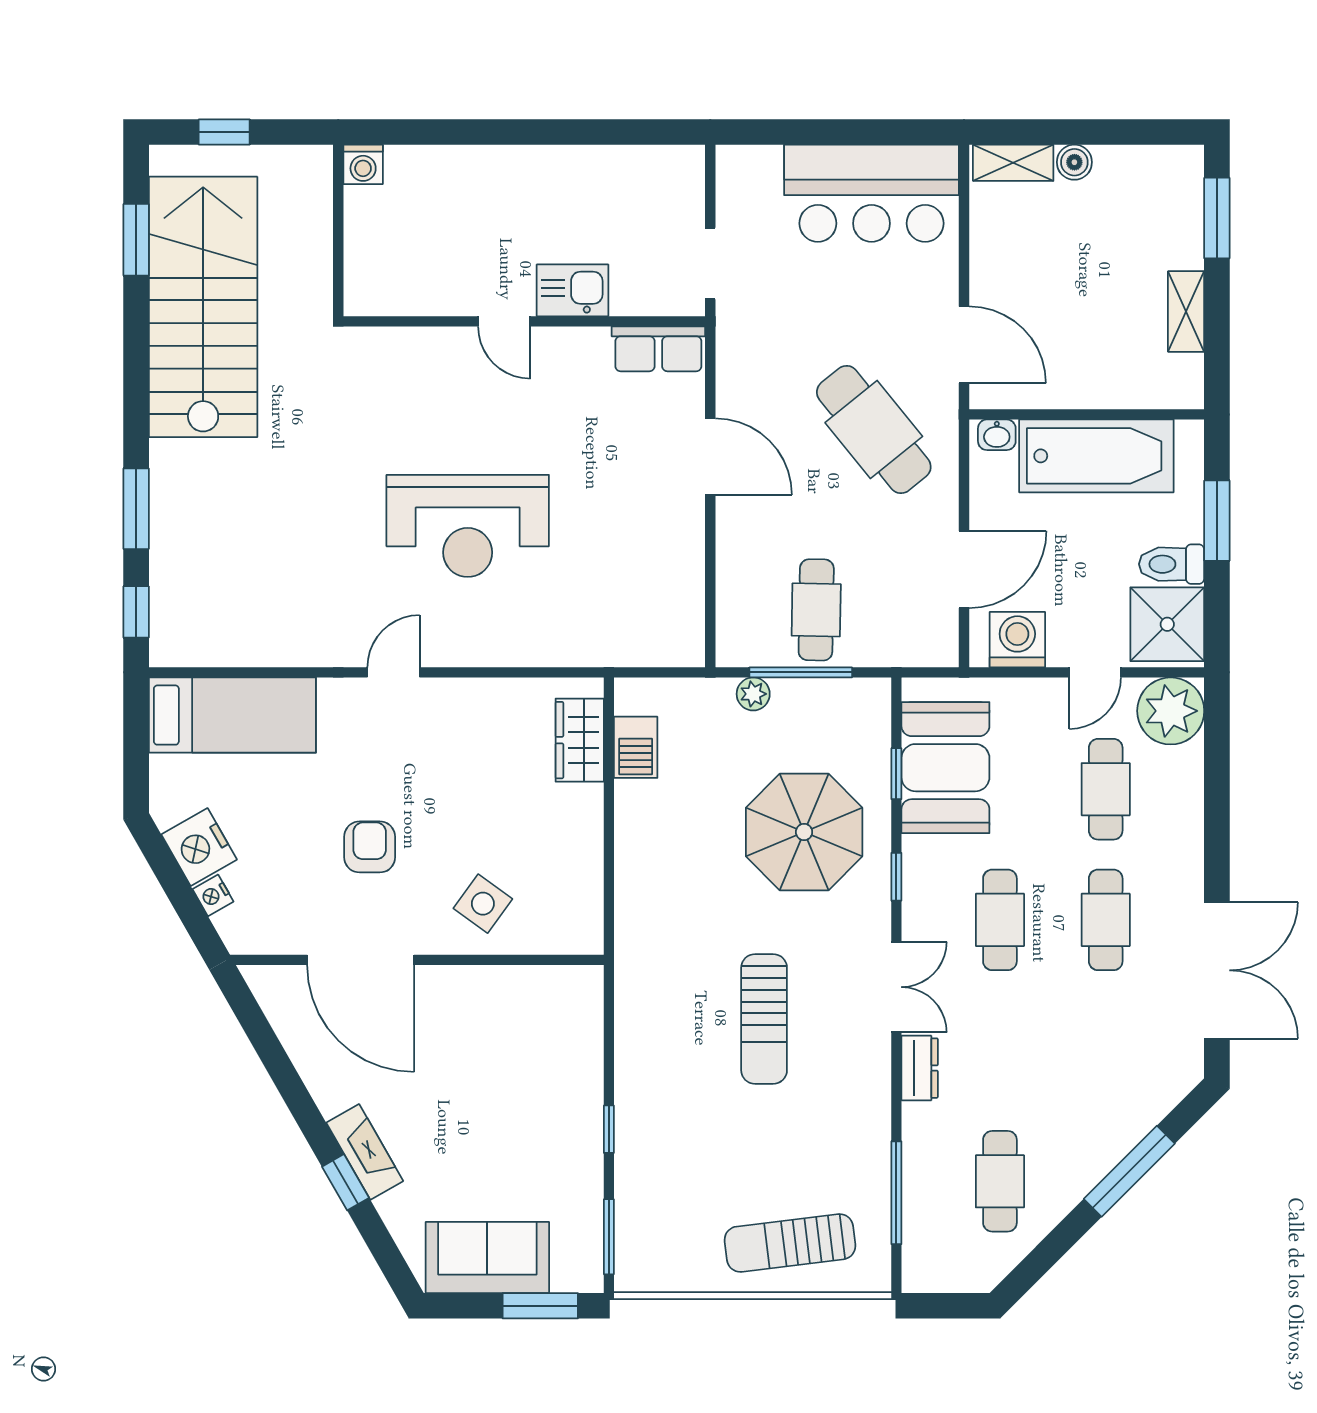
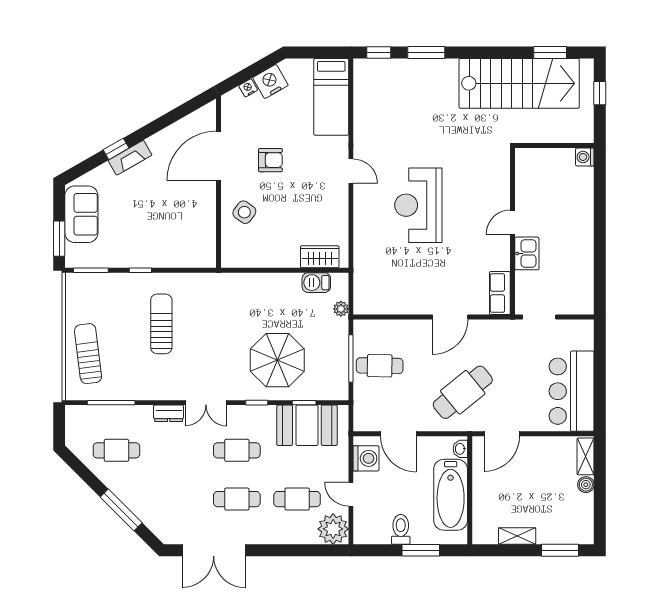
shower: (1167, 624) -> (373, 527), removed
plant: (753, 694) -> (341, 309), moved
sun lounger: (764, 1019) -> (161, 324), moved, turned 90

